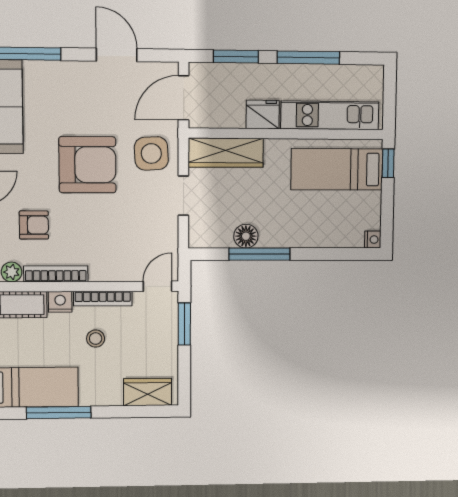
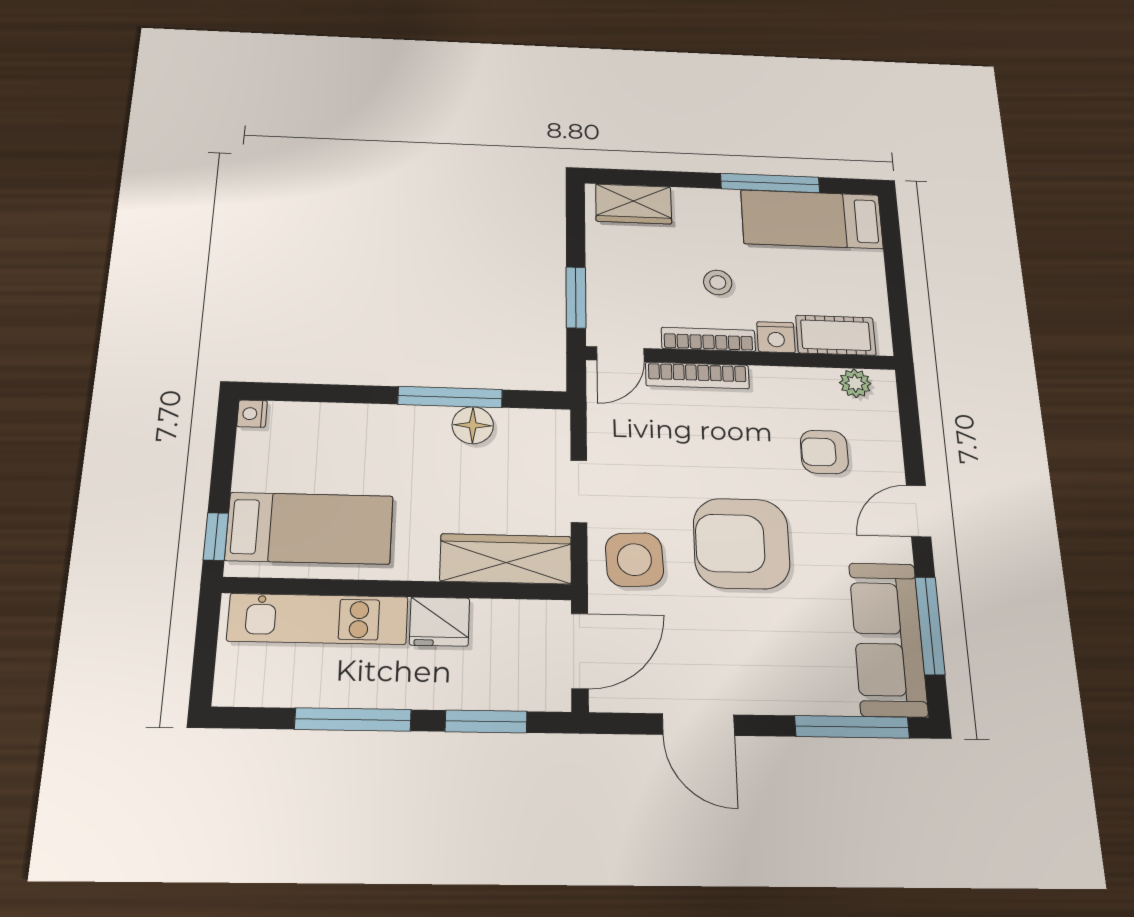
bookcase: (56, 274) -> (697, 375), moved

